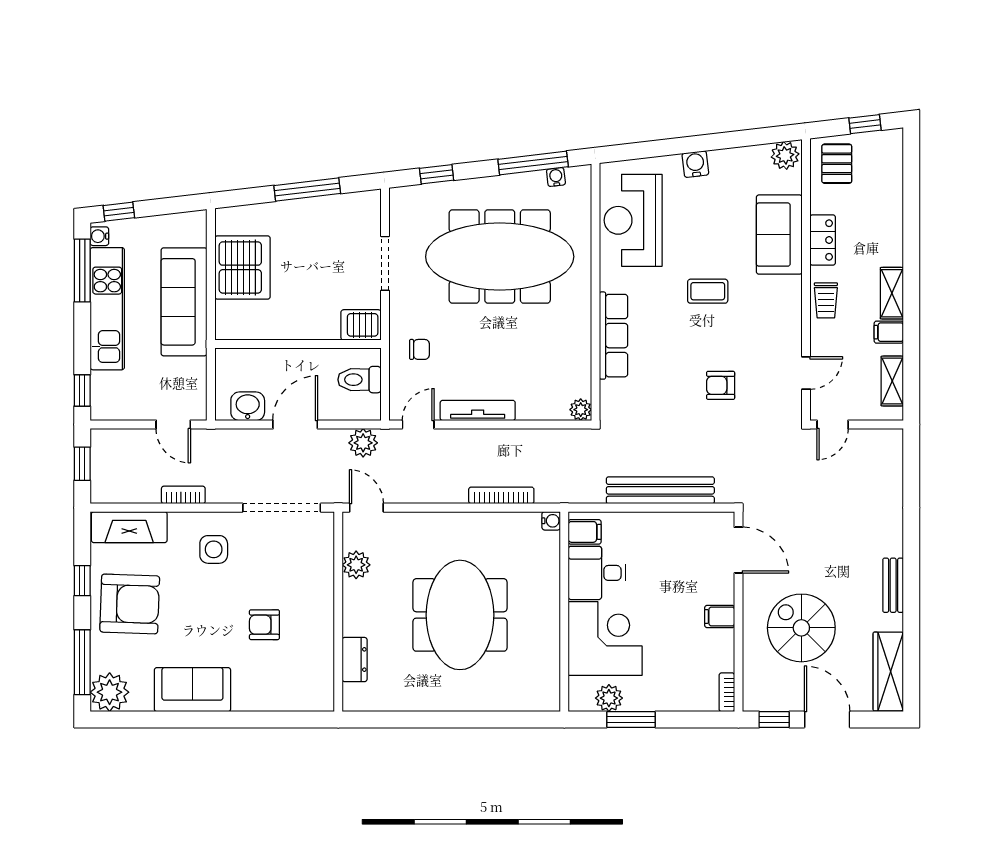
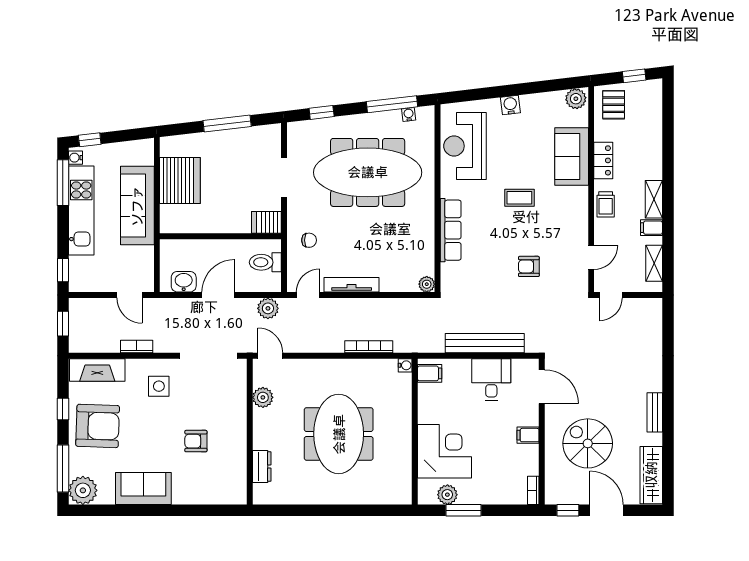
desk: (597, 573) -> (491, 379), moved, turned 90

